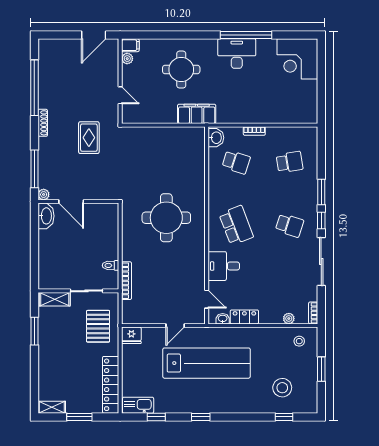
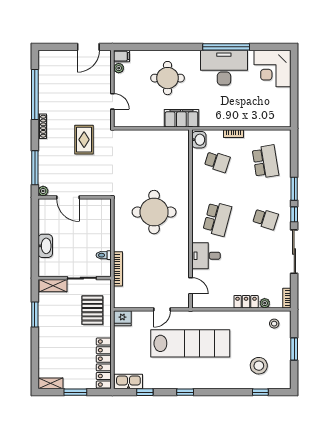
desk: (237, 54) -> (224, 68), width x1.36, depth x1.30
school desk: (290, 162) -> (265, 162), width x1.85
washbasin: (46, 216) -> (45, 246), moved
school desk: (236, 225) -> (217, 219), turned 36
locker: (244, 317) -> (246, 302), moved
washbasin: (223, 319) -> (205, 303), removed

